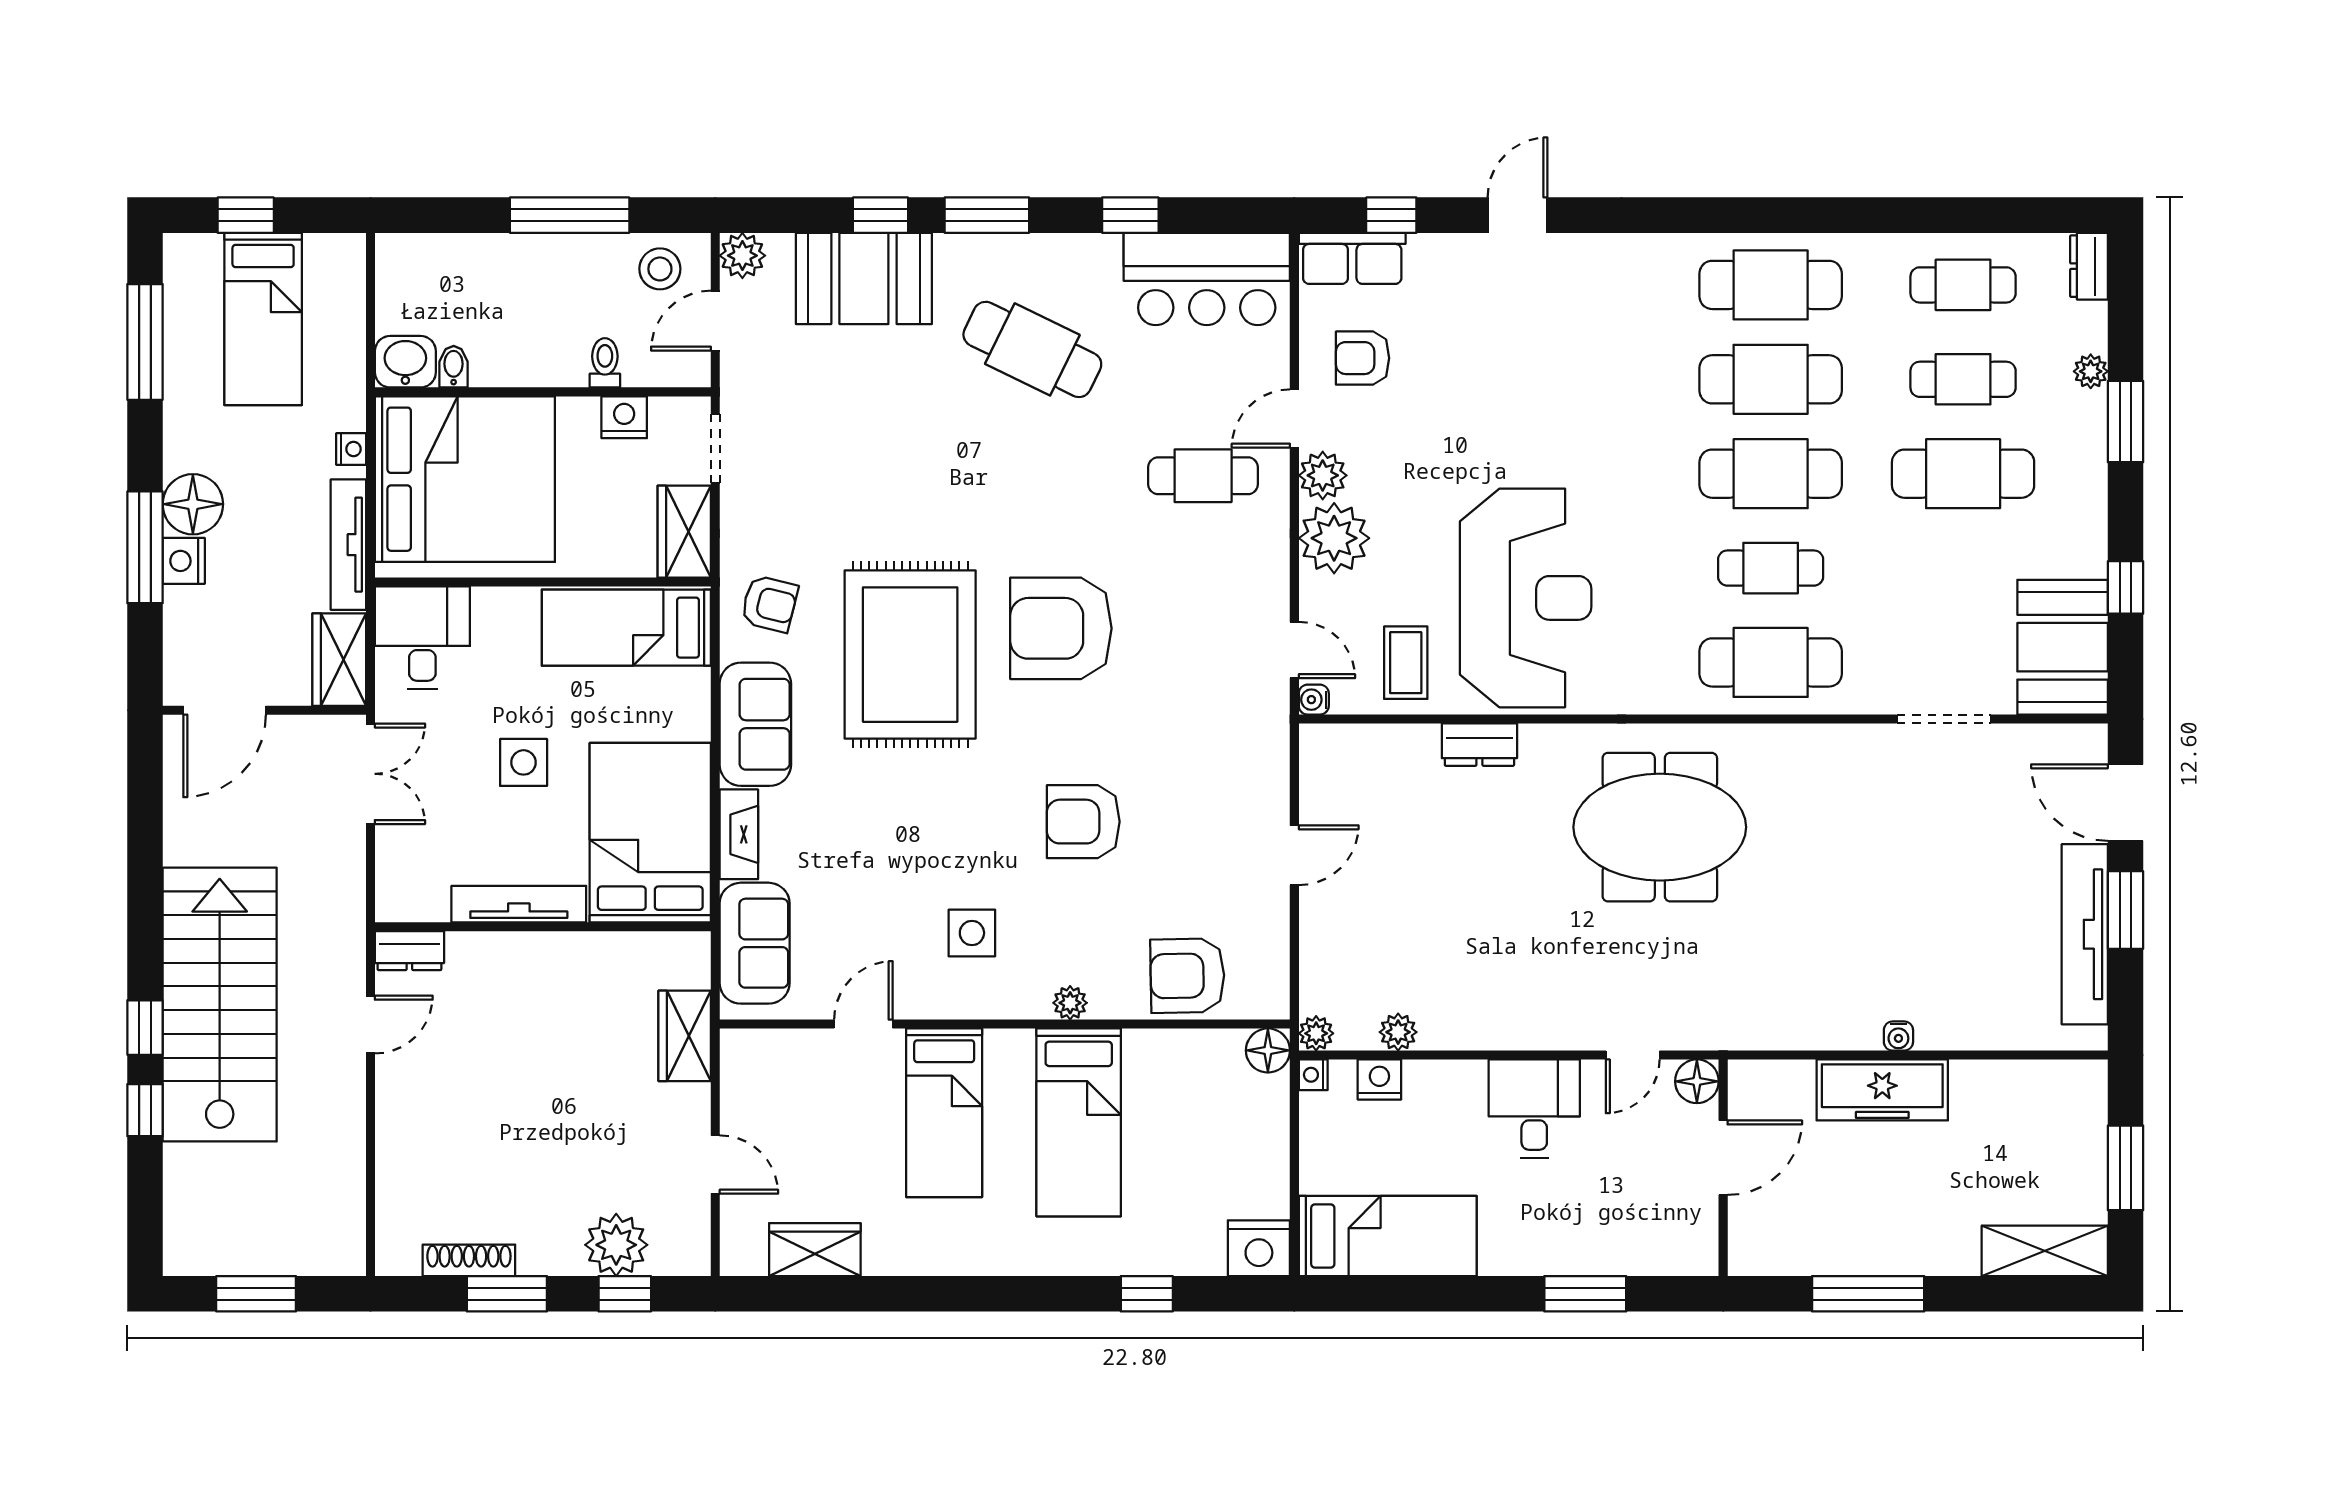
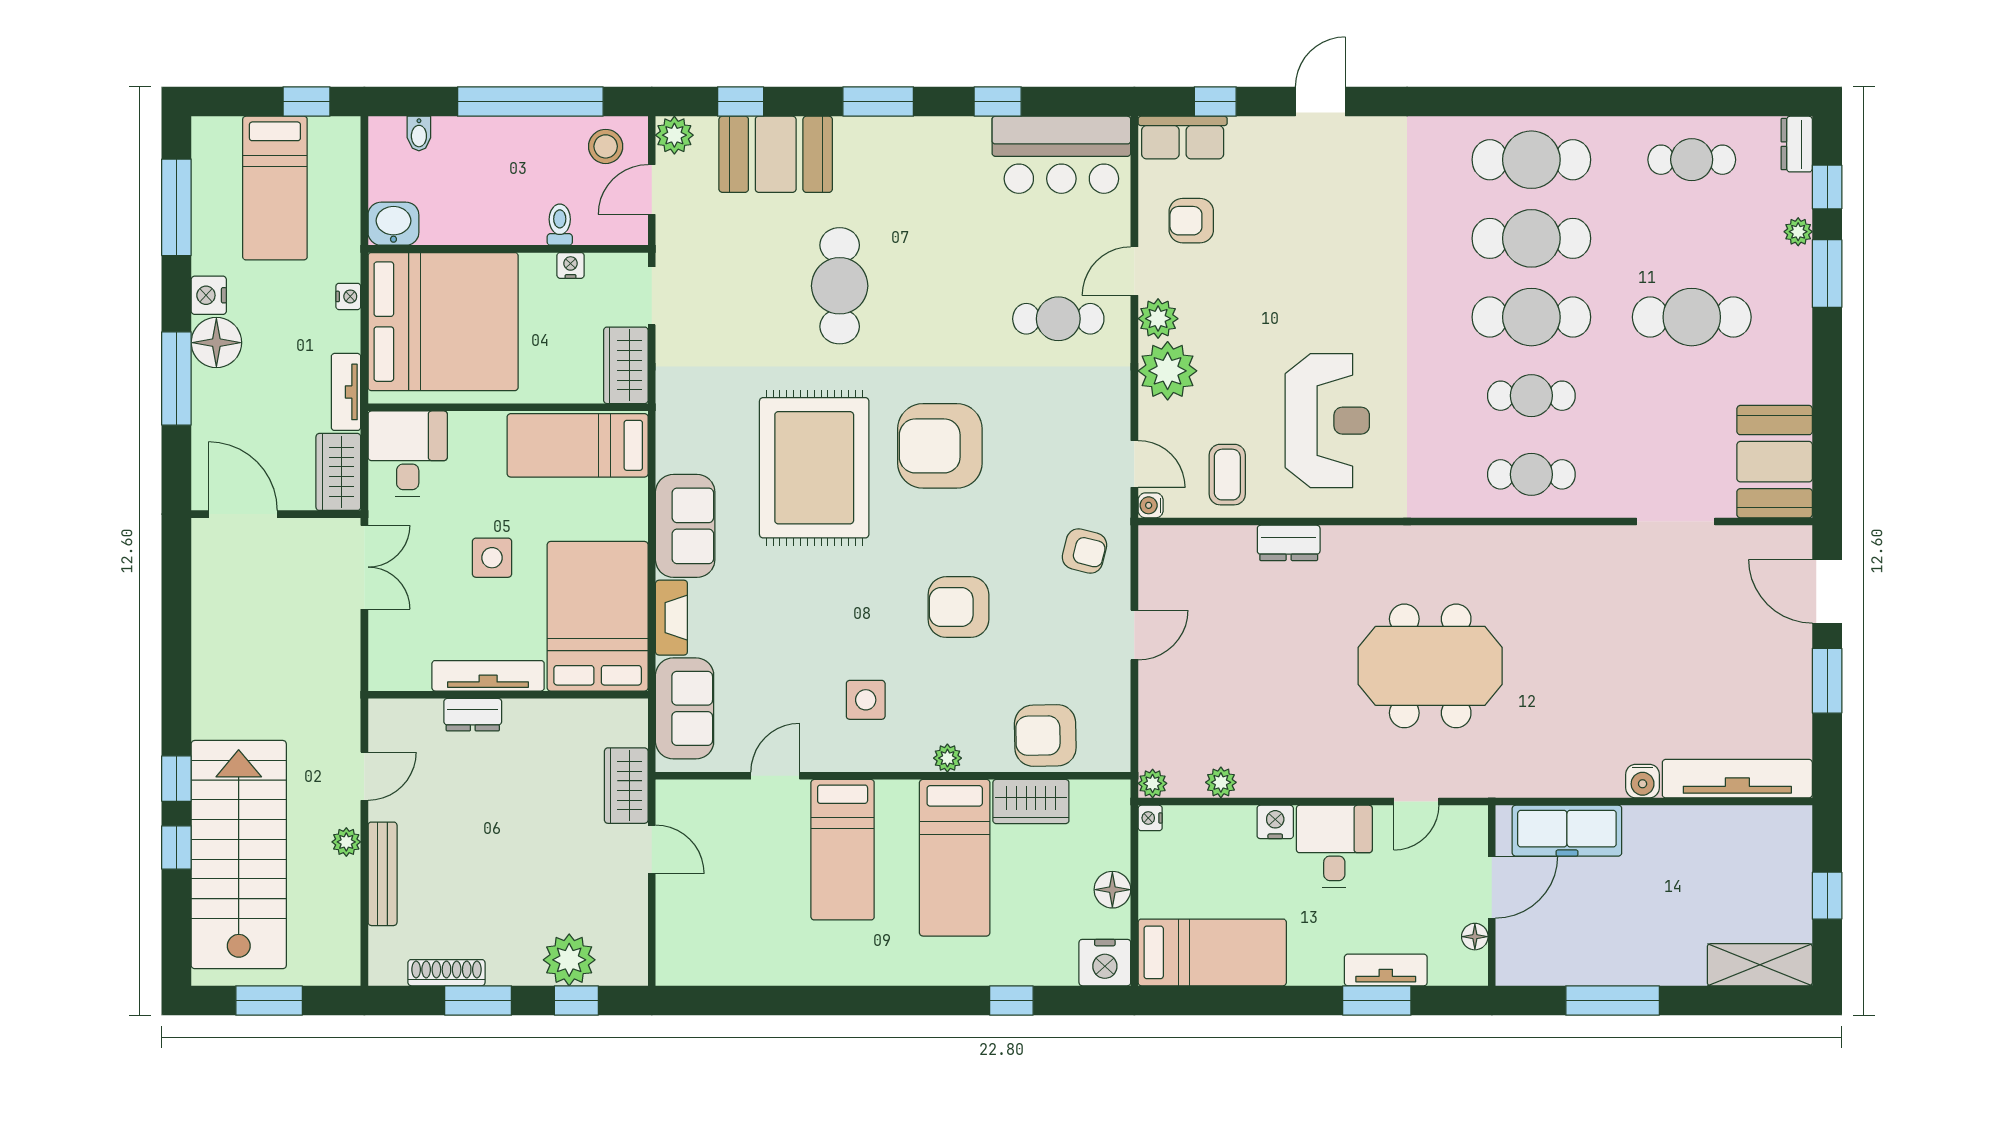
window: (246, 215) -> (306, 102), moved
window: (570, 215) -> (530, 102), width x1.46
window: (881, 215) -> (741, 102), moved
cafe table: (1032, 349) -> (840, 286), moved, turned 64
bidet: (454, 367) -> (419, 134), moved, turned 180
cafe table: (1963, 379) -> (1692, 238), removed
nightstand: (624, 417) -> (571, 265), width x0.72, depth x0.74
tv unit: (348, 545) -> (346, 392), width x0.71
nightstand: (184, 561) -> (209, 295), moved
window: (2125, 587) -> (1827, 187), moved
reception desk: (1526, 598) -> (1327, 421), width x0.74, depth x0.77
armchair: (769, 604) -> (1084, 551), moved
cafe table: (1771, 662) -> (1531, 474), width x0.73, depth x0.74
door: (225, 710) -> (243, 514), swing flipped
meeting table: (1660, 827) -> (1430, 666), moved
tv unit: (2085, 934) -> (1737, 779), moved, turned 90
dresser: (409, 951) -> (473, 715), moved
stairs: (220, 1005) -> (239, 855), moved
water cooler: (1898, 1036) -> (1643, 781), width x1.38, depth x1.38
floor lamp: (1268, 1050) -> (1112, 890), moved
nightstand: (1379, 1079) -> (1275, 822), moved
floor lamp: (1697, 1081) -> (1475, 937), moved, width x0.73, depth x0.73
freezer: (1882, 1090) -> (1567, 831), moved
plant: (349, 1103) -> (346, 842), added
bench: (392, 1142) -> (383, 874), added
door: (715, 1164) -> (652, 849), moved
window: (2125, 1168) -> (1827, 896), width x0.67
wardrobe: (815, 1250) -> (1031, 802), moved, turned 180
tv unit: (1596, 1257) -> (1386, 970), added

